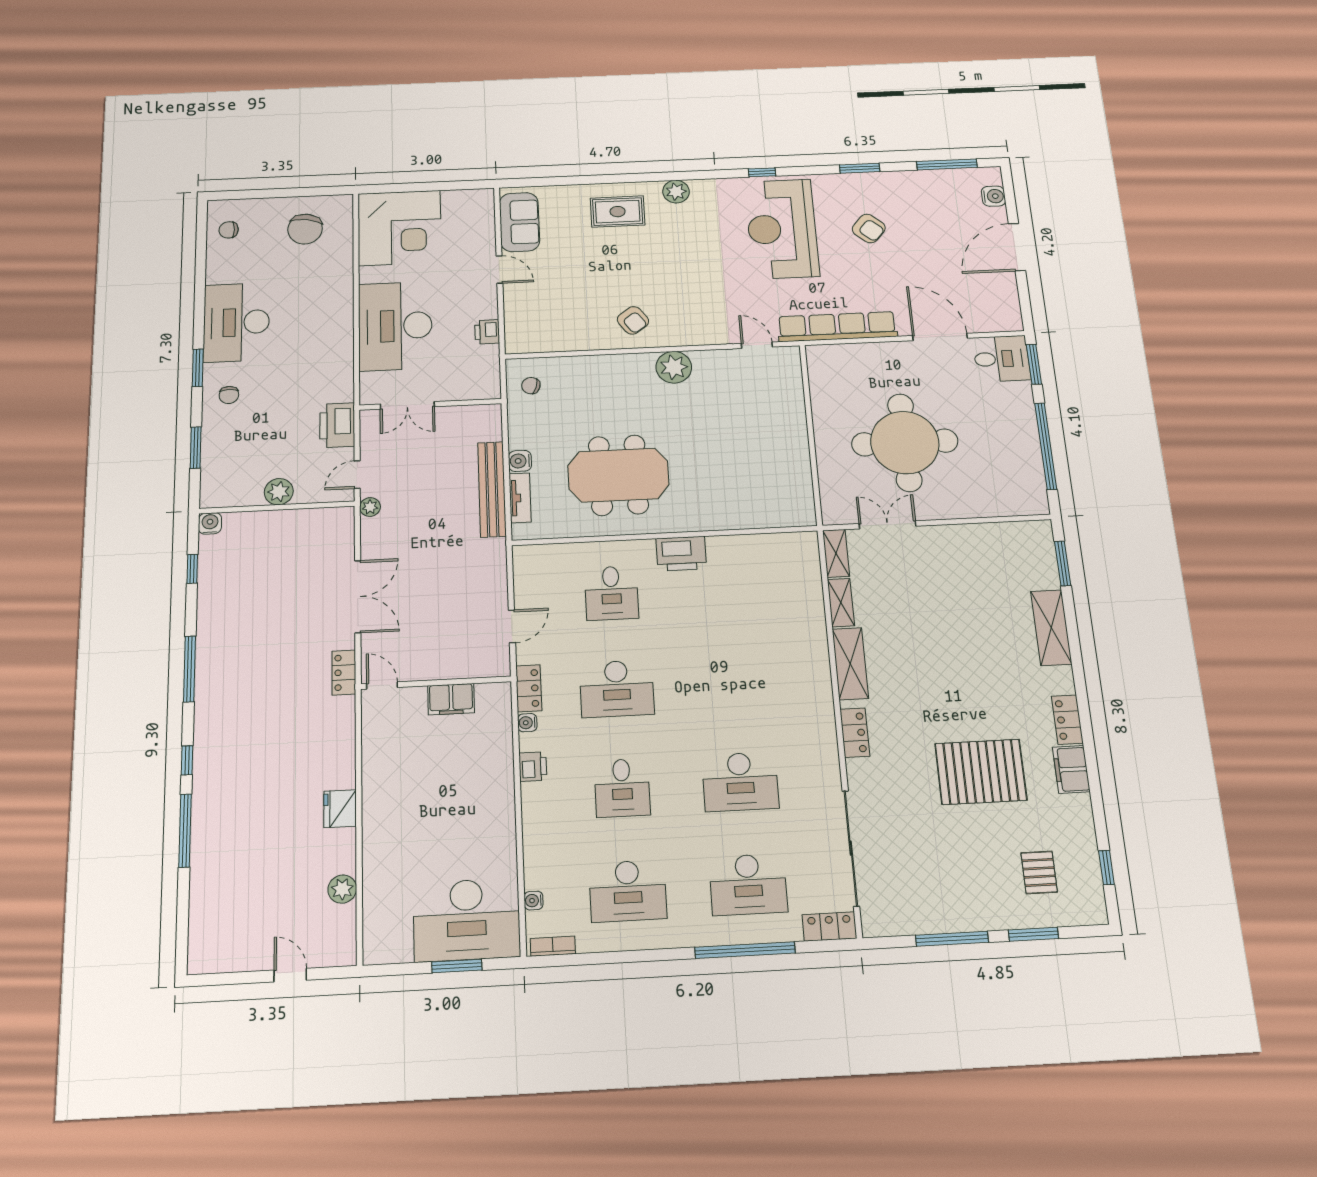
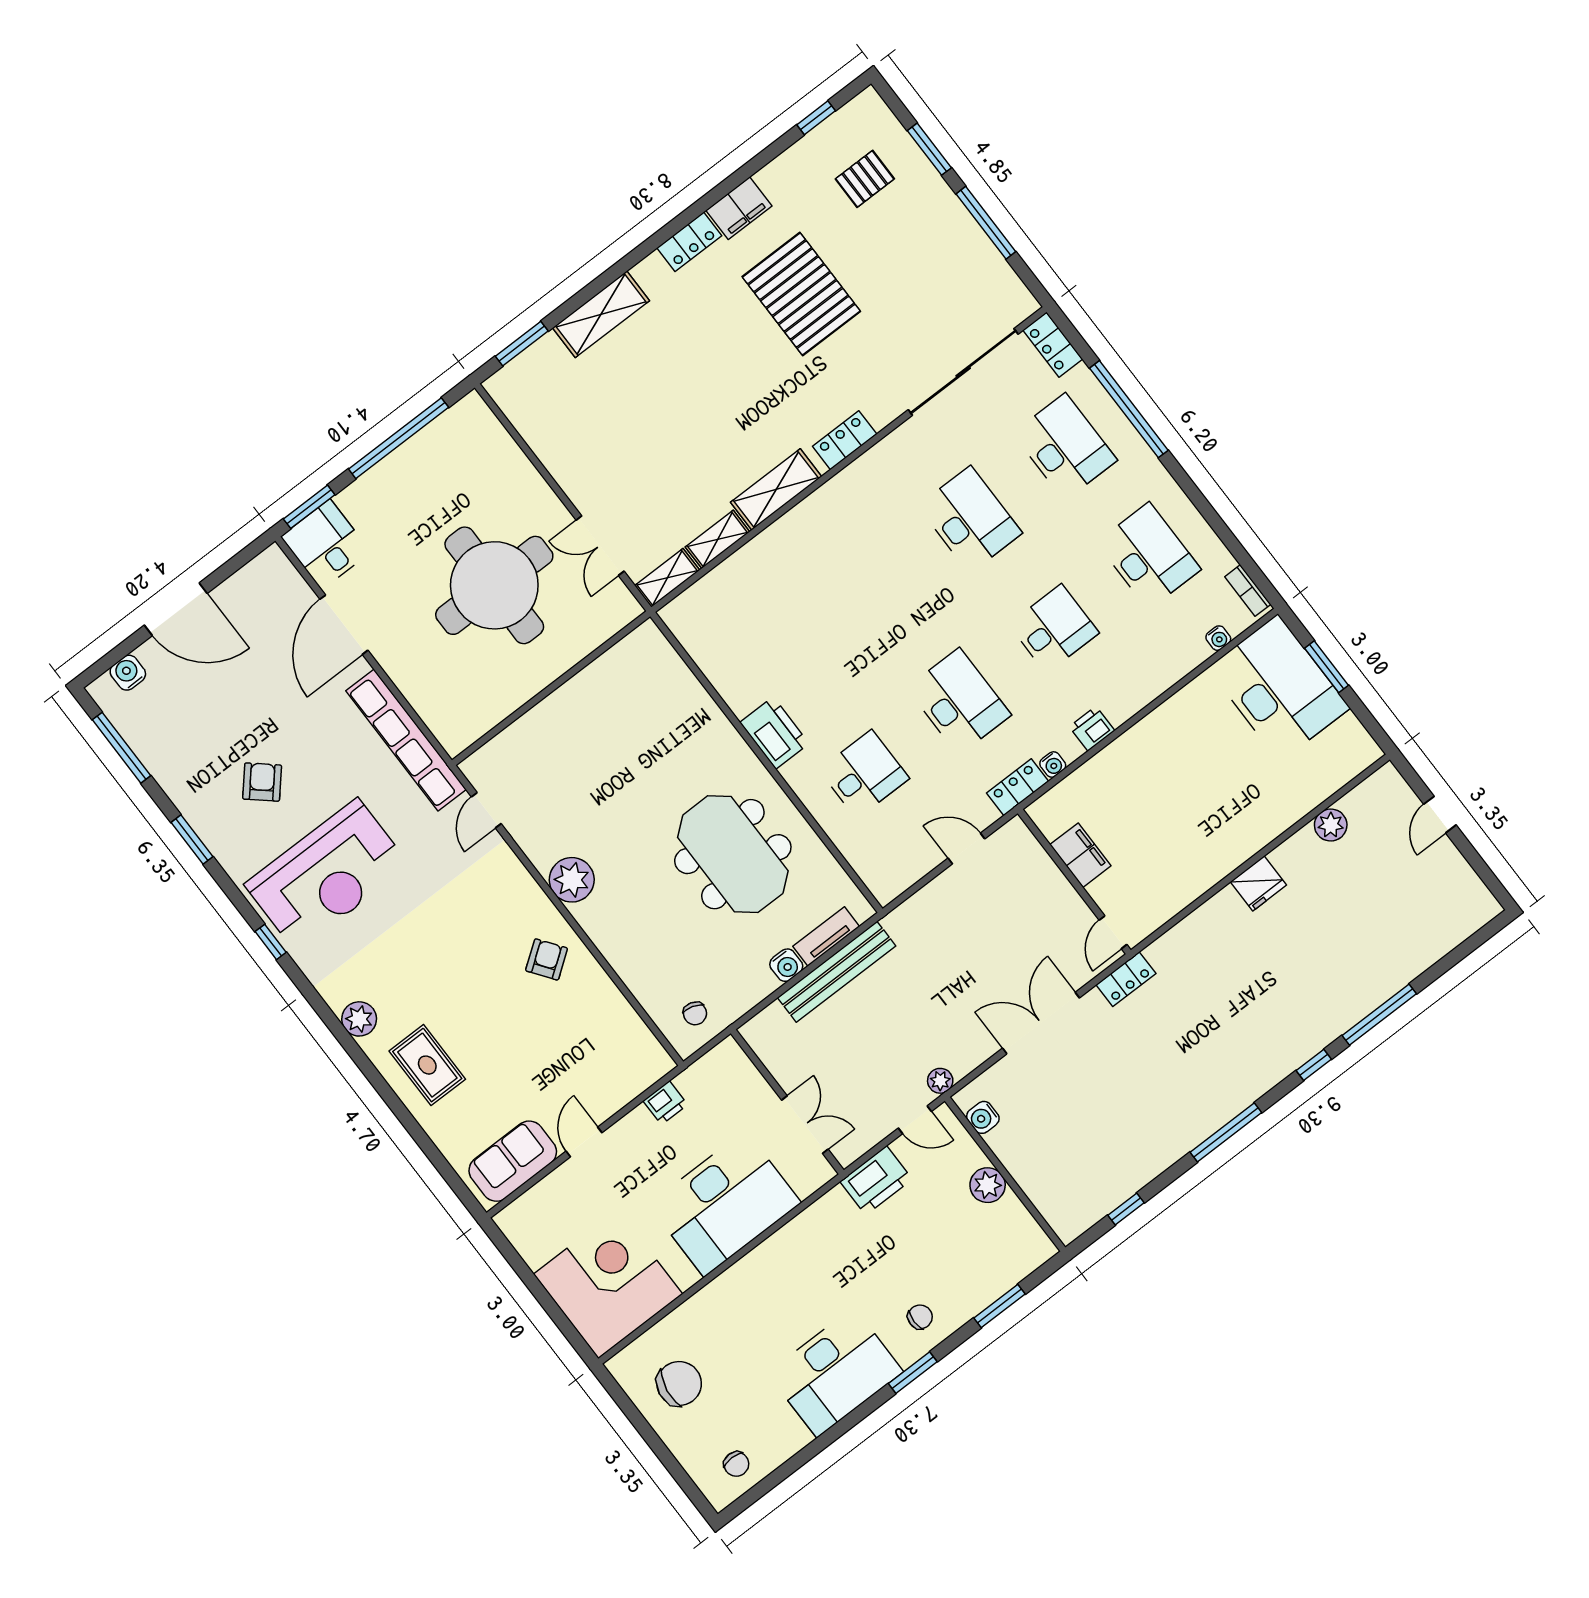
water cooler: (210, 523) -> (983, 1117), moved

